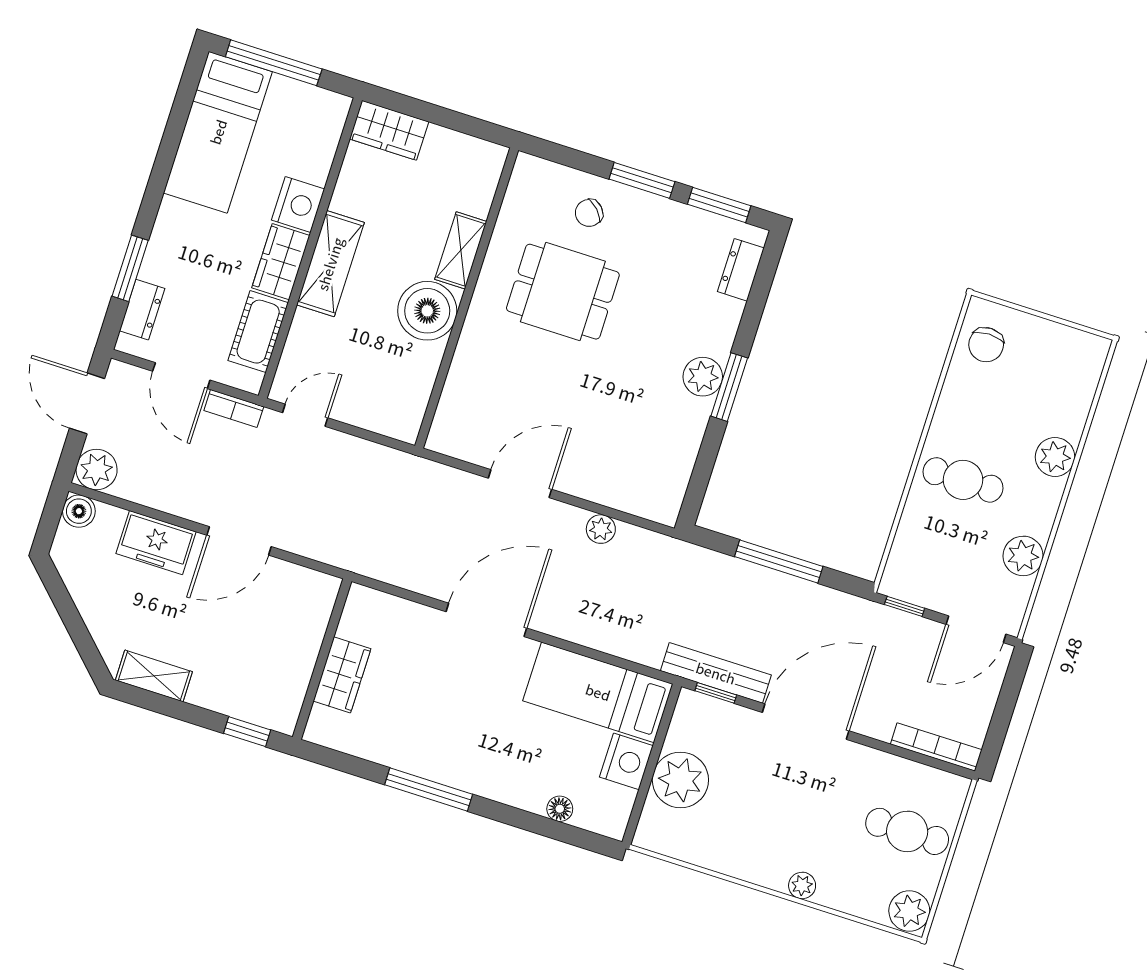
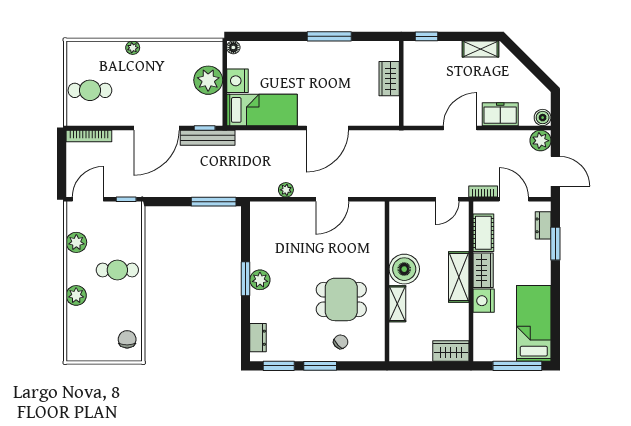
window: (779, 562) -> (214, 202), moved
floor lamp: (560, 809) -> (233, 47), moved
plant: (909, 911) -> (77, 52), removed

